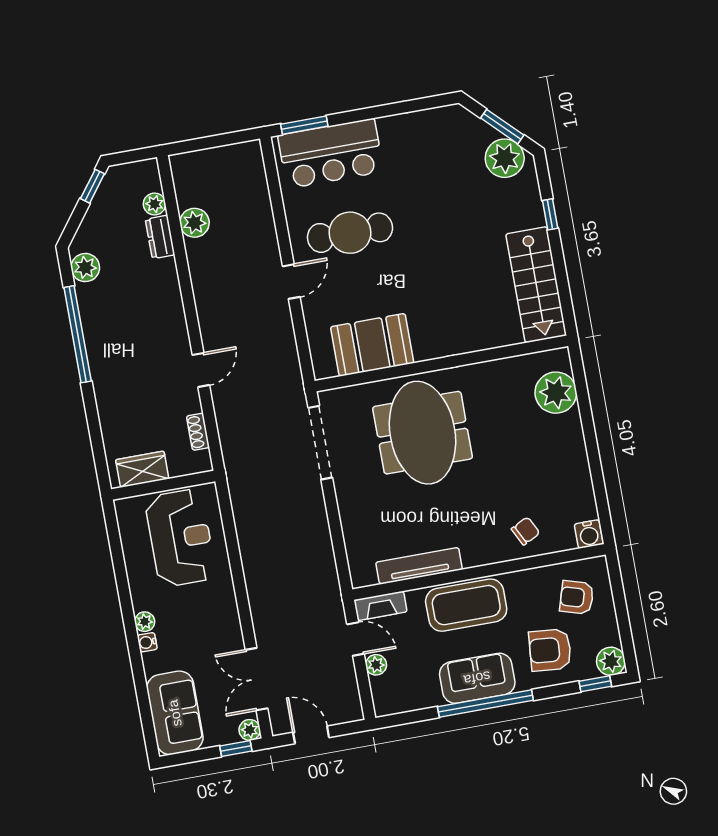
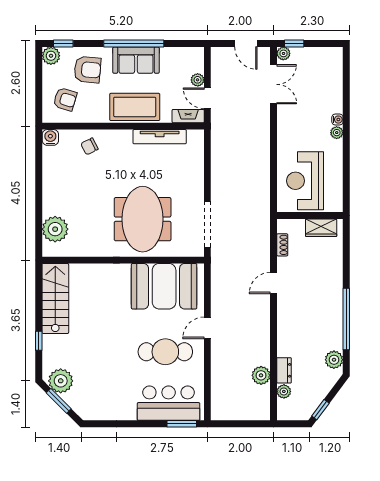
booth: (372, 345) -> (164, 286), width x1.36, depth x1.42
sofa: (175, 713) -> (328, 72), removed

